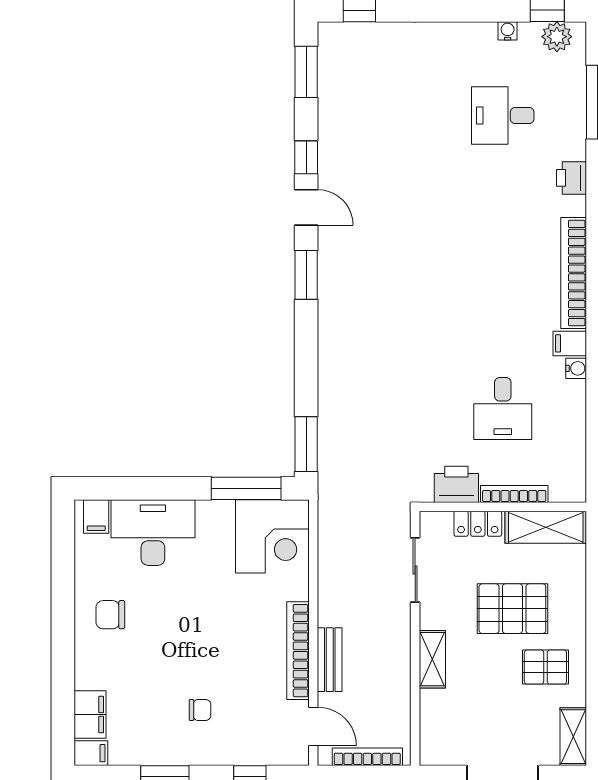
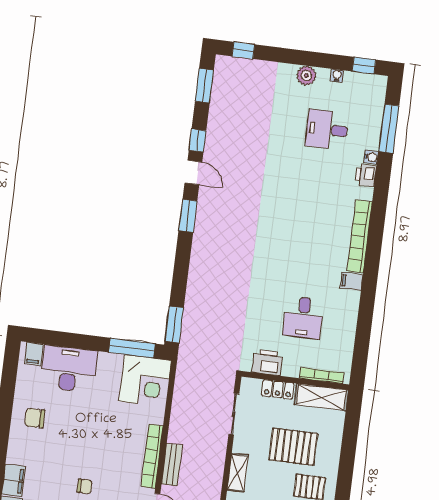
plant: (557, 37) -> (306, 76), moved
water cooler: (576, 368) -> (371, 157), moved
bookcase: (514, 494) -> (322, 376), moved

